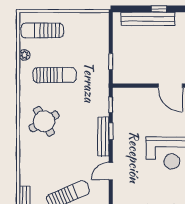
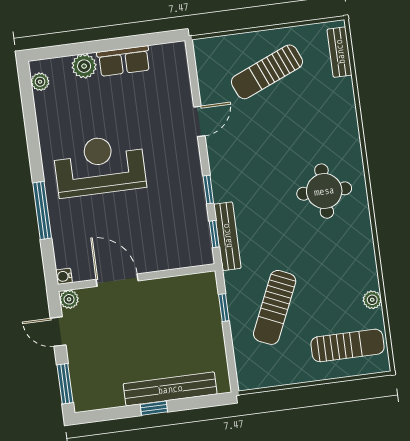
sun lounger: (55, 75) -> (275, 307), moved, turned -66
round table: (44, 121) -> (324, 191), turned 30
bench: (103, 136) -> (227, 236), moved

